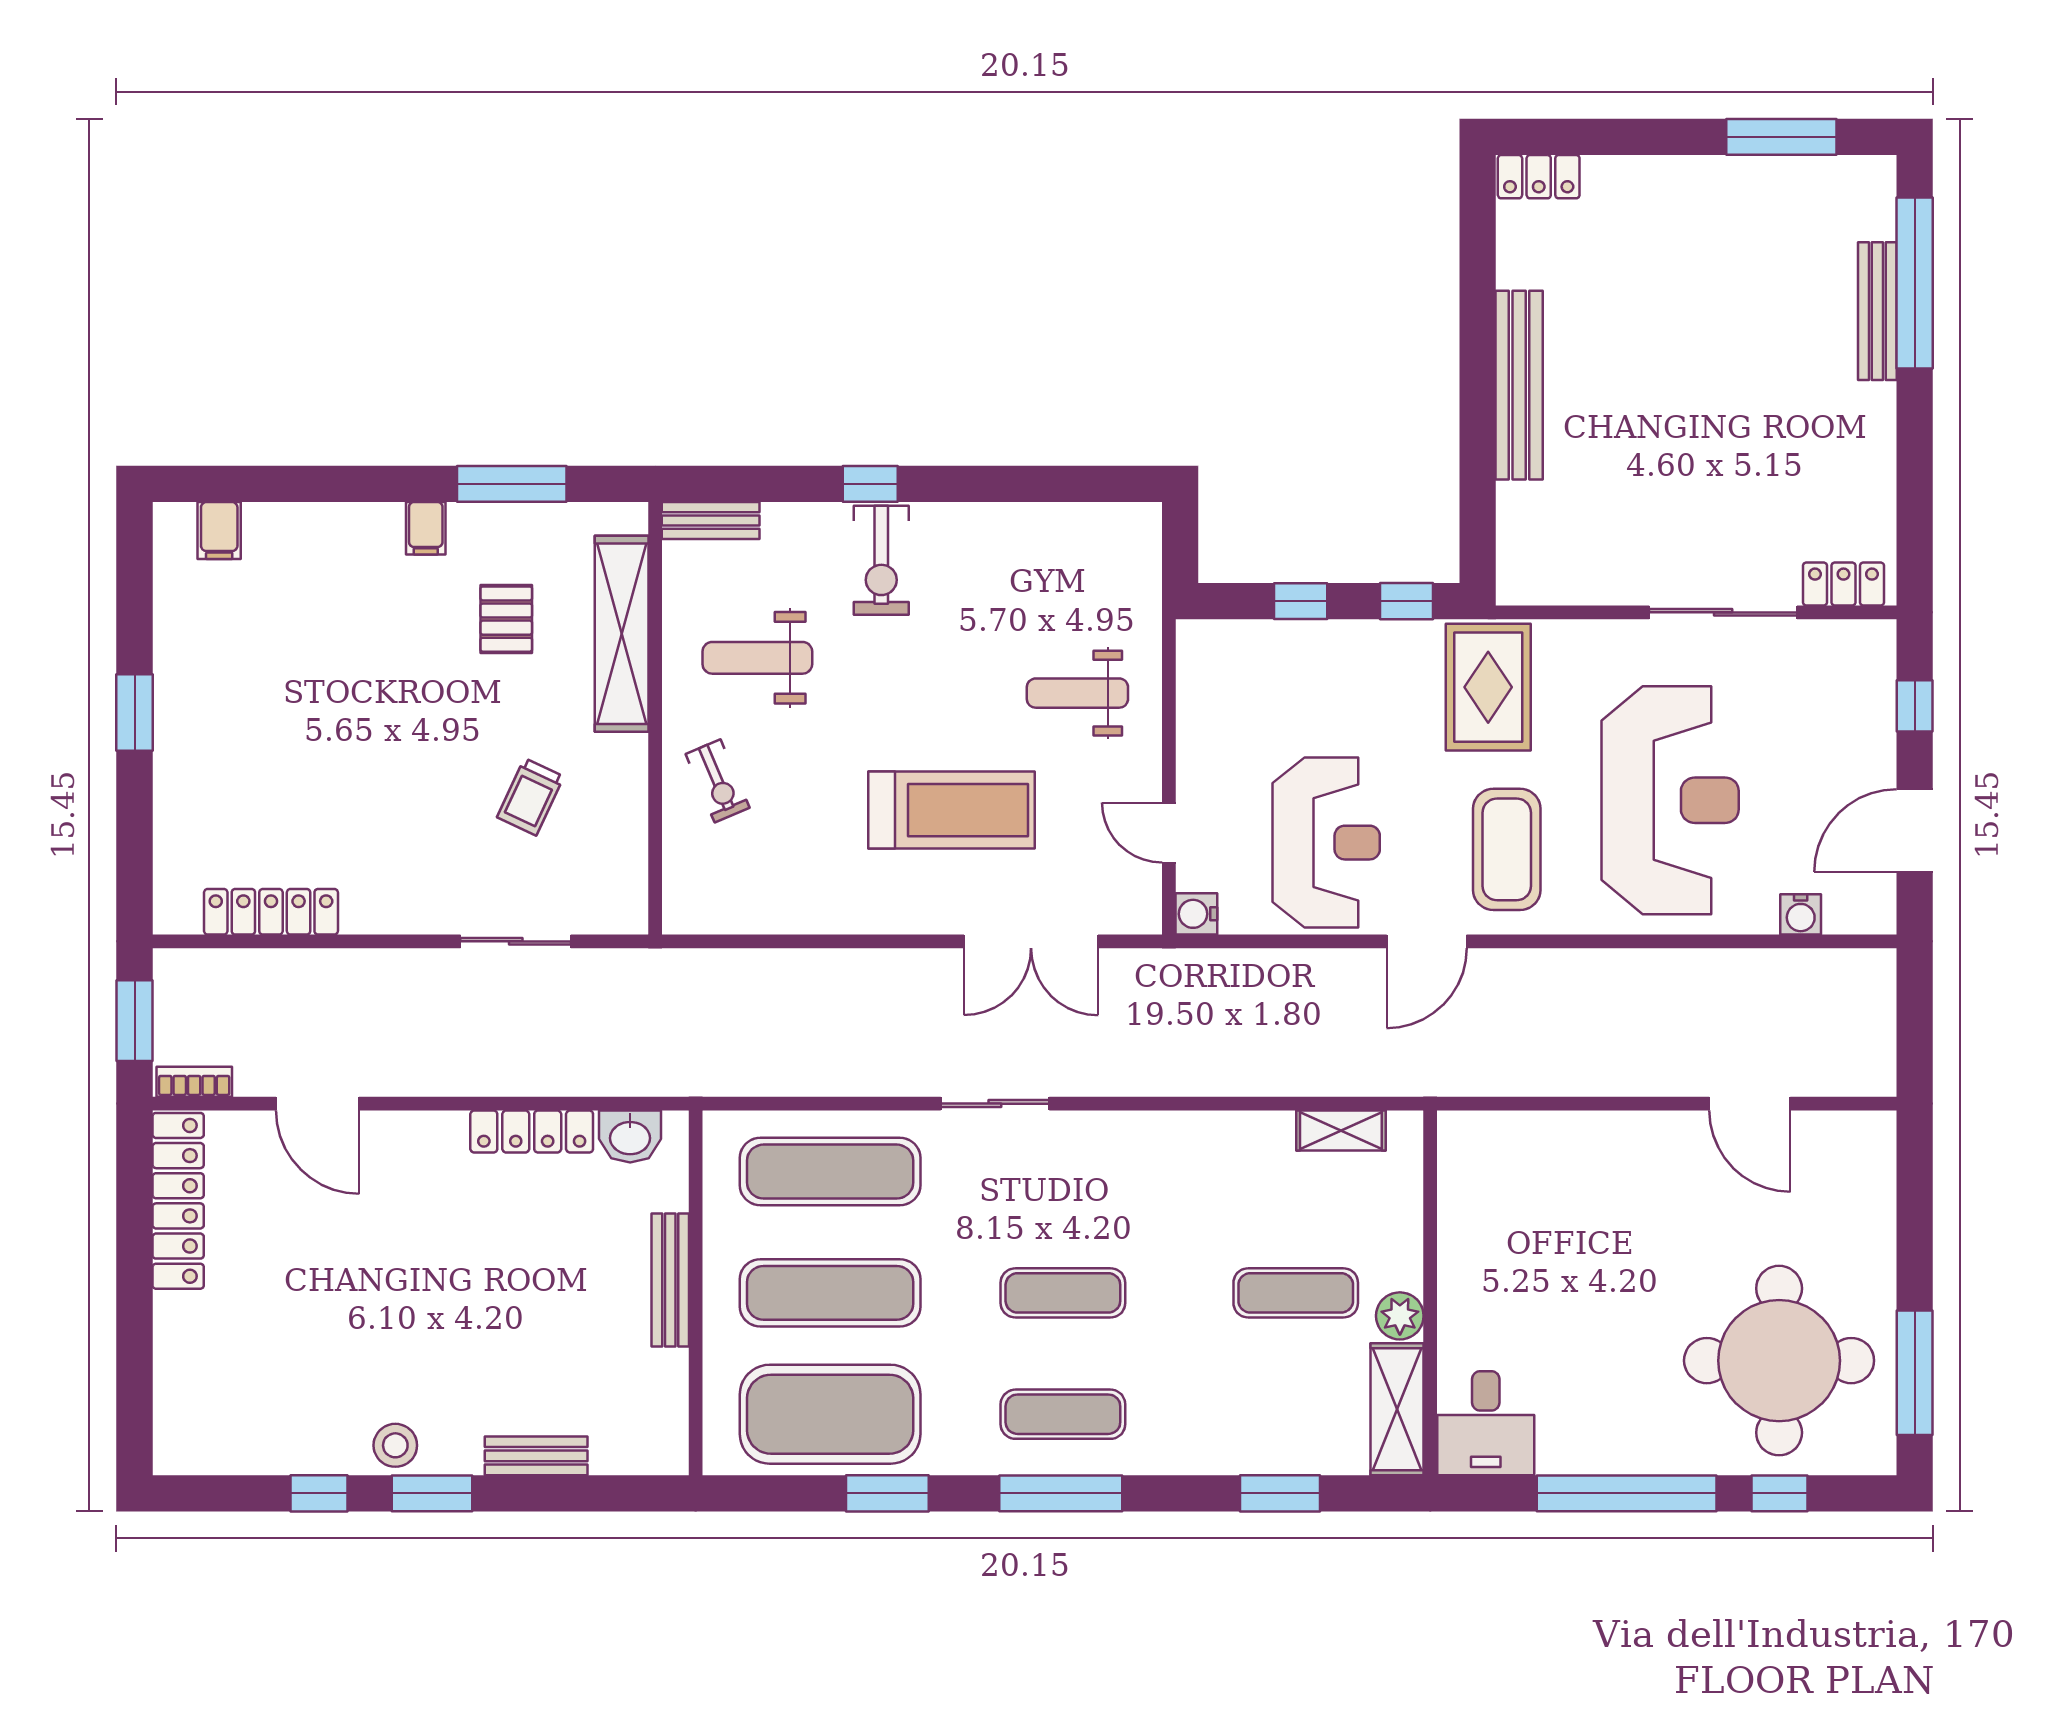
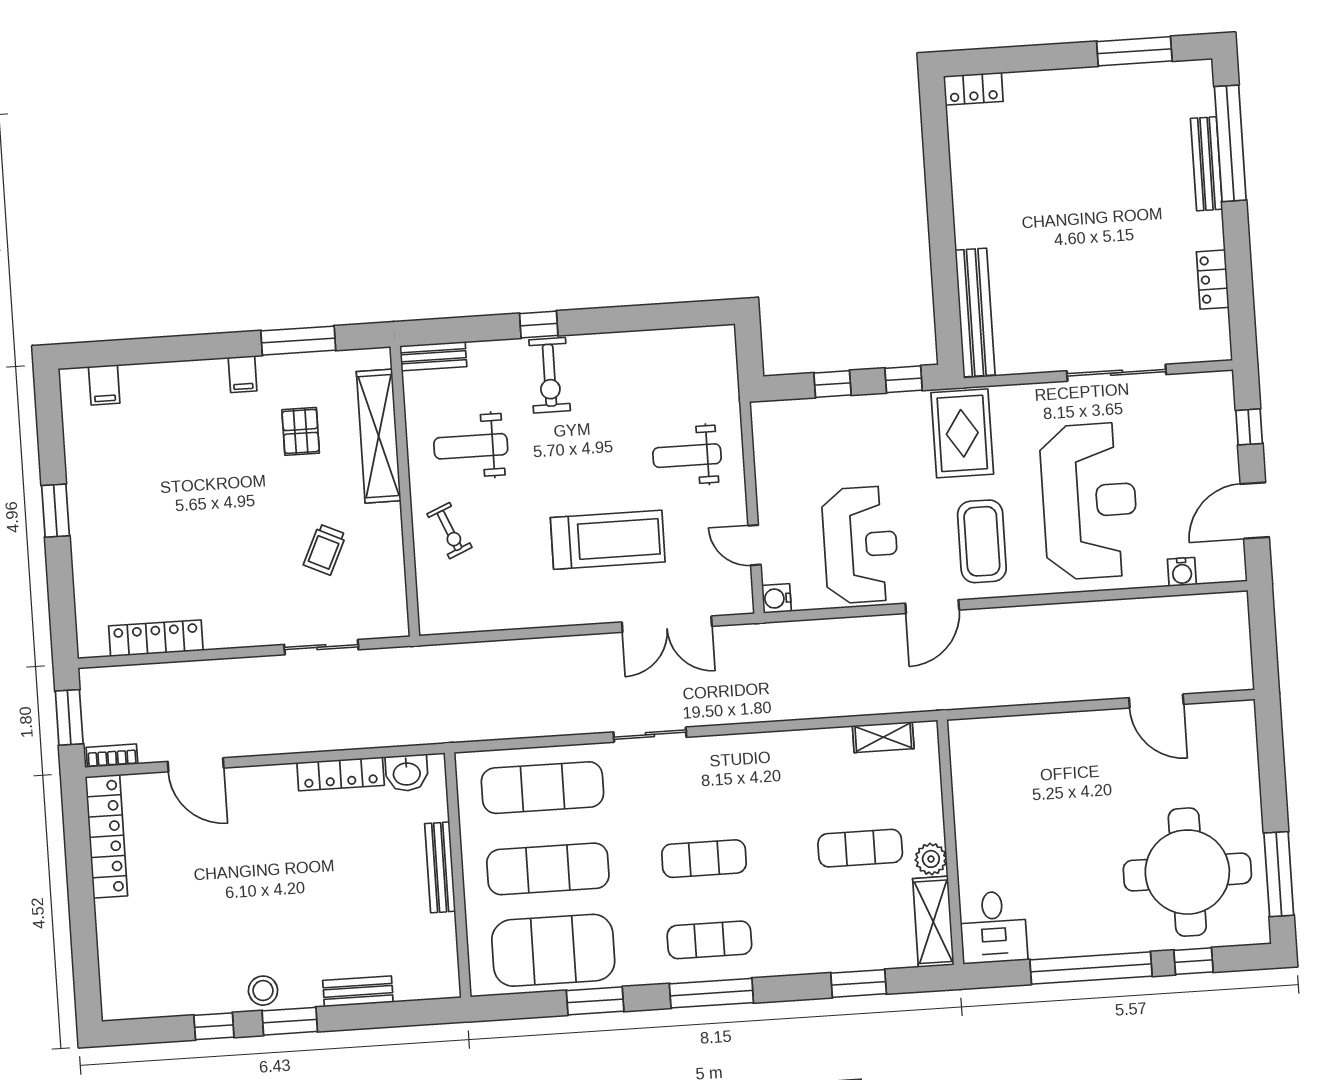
bench: (1519, 385) -> (975, 313), moved
locker: (1843, 584) -> (1213, 280), moved, turned -90

